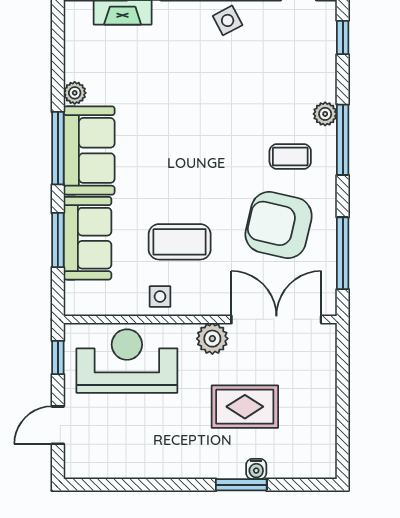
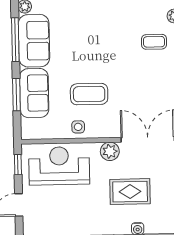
armchair: (279, 225) -> (148, 83), removed

